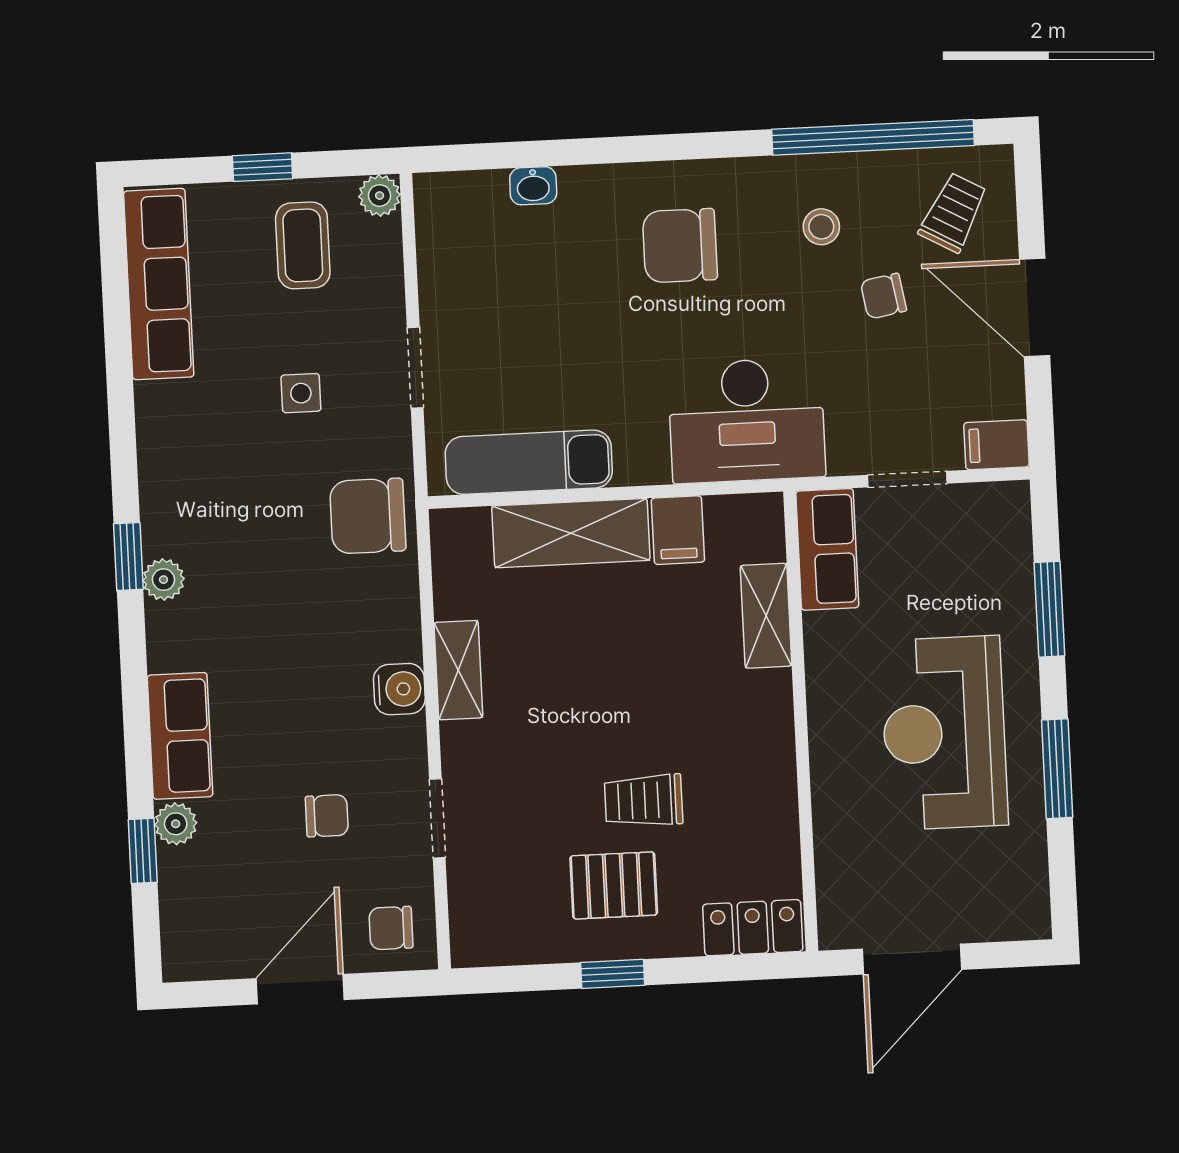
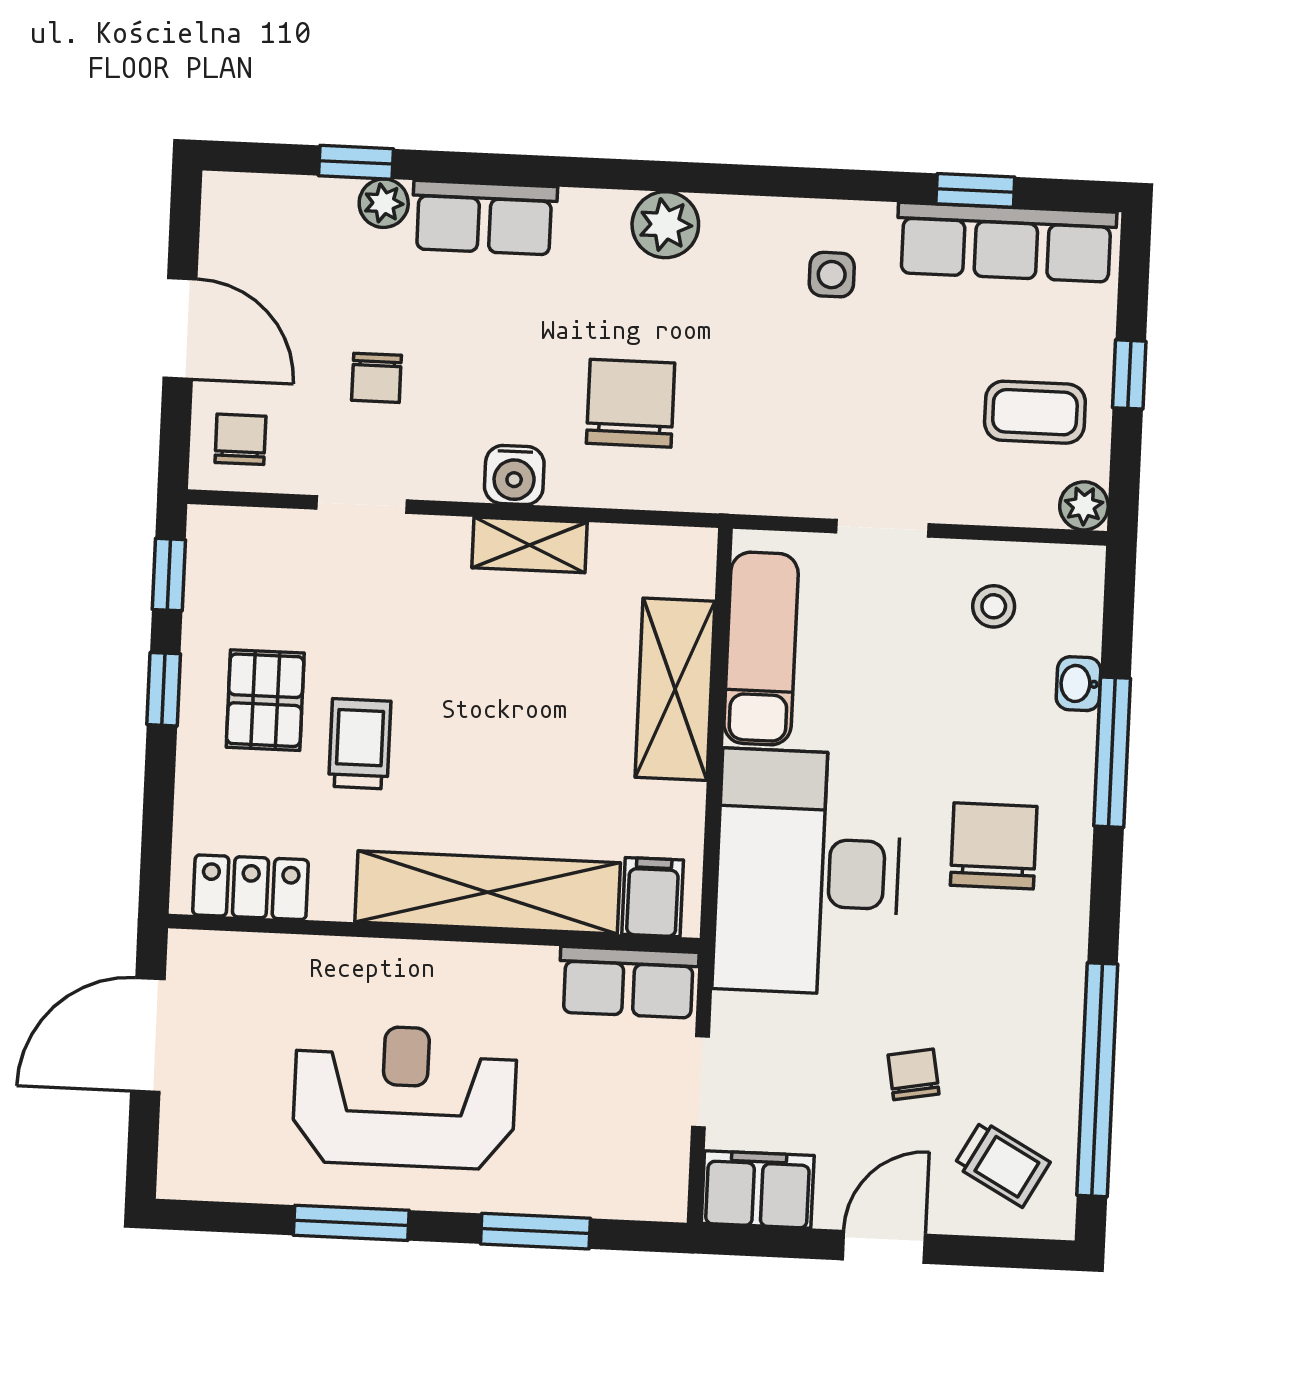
window: (590, 151) -> (1112, 752), added
stool: (821, 227) -> (994, 606), moved
door: (1035, 307) -> (884, 1247), width x0.73
side table: (301, 393) -> (832, 275), moved
desk: (747, 420) -> (808, 872), width x1.36, depth x1.30
filing cabinet: (996, 445) -> (758, 1189), width x2.00
chair: (368, 516) -> (631, 403), moved
filing cabinet: (678, 530) -> (653, 897), moved, turned 90
window: (128, 556) -> (975, 190), moved
plant: (163, 580) -> (665, 225), width x1.38, depth x1.38
shelving: (766, 616) -> (488, 892), width x2.20, depth x1.33
locker: (753, 928) -> (251, 887), moved, turned -90
door: (912, 959) -> (148, 1035), hinge flipped
window: (513, 979) -> (169, 575), added

